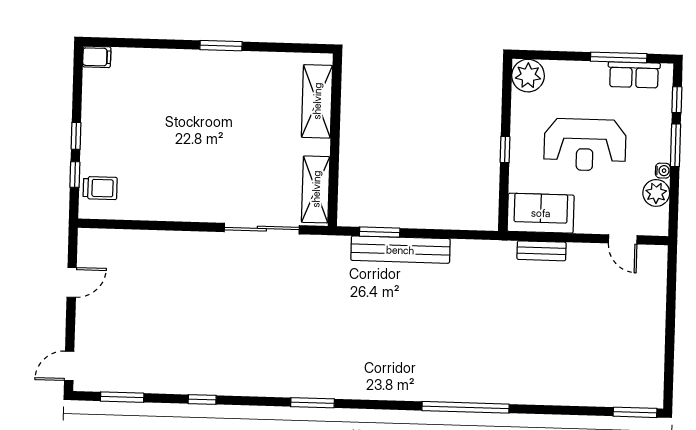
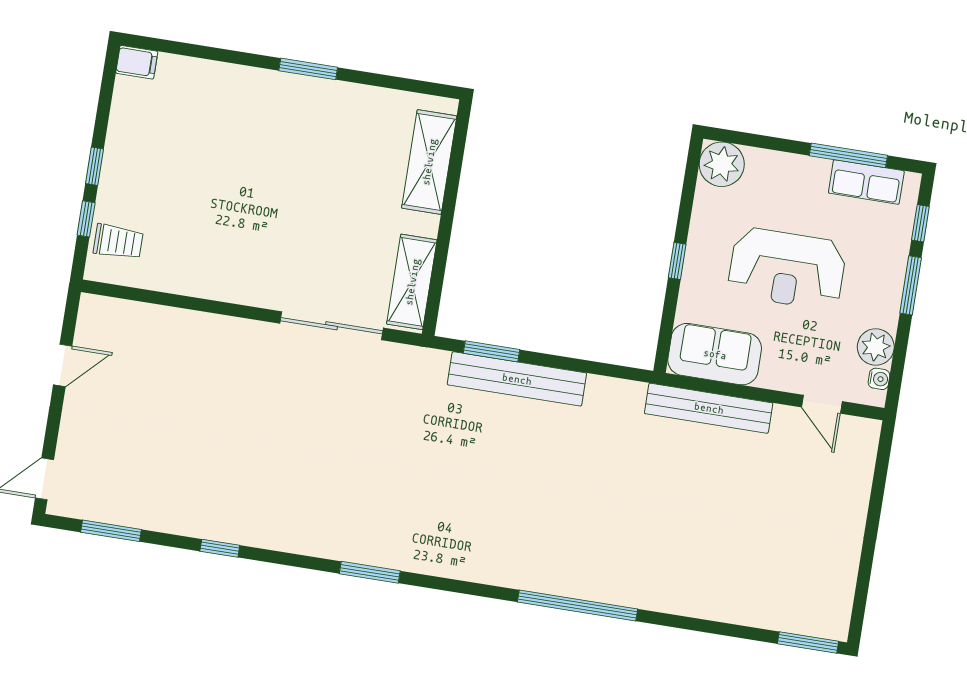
water cooler: (663, 171) -> (879, 379), moved
bench: (541, 251) -> (709, 408), width x1.86, depth x1.21

